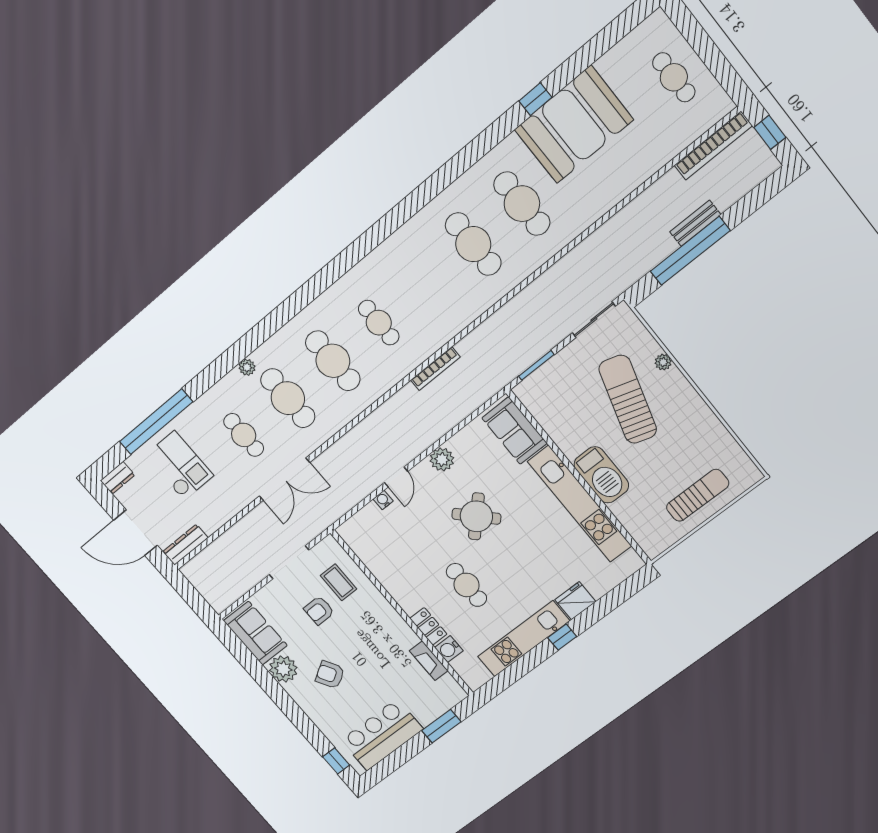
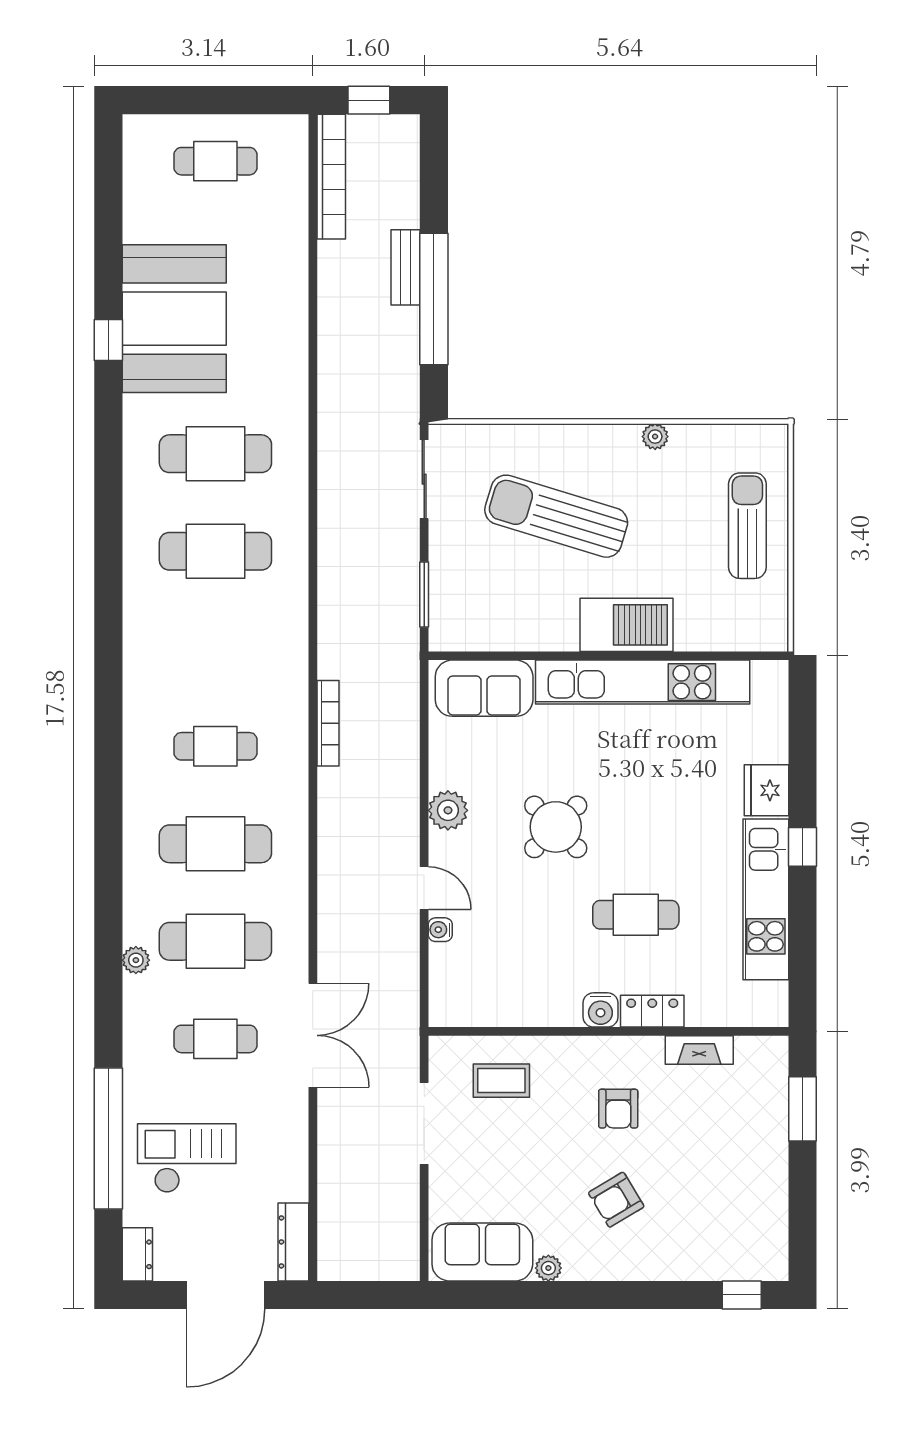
plant: (663, 362) -> (655, 437), moved
armchair: (319, 610) -> (618, 1109), moved
water cooler: (449, 649) -> (600, 1010), moved
plant: (283, 669) -> (548, 1268), width x0.53, depth x0.53
bar counter: (382, 735) -> (753, 1200), removed

